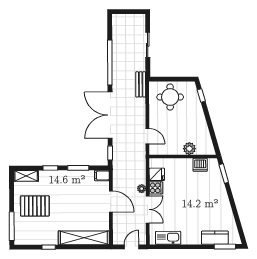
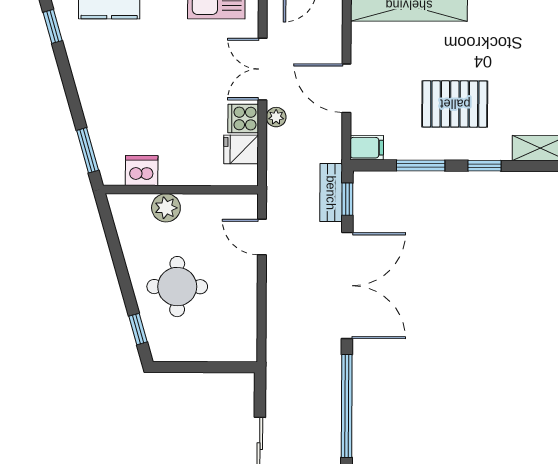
bench: (141, 84) -> (331, 193), moved
round table: (170, 97) -> (177, 287), moved
pallet: (35, 206) -> (455, 104), moved
window: (239, 227) -> (53, 26), added

